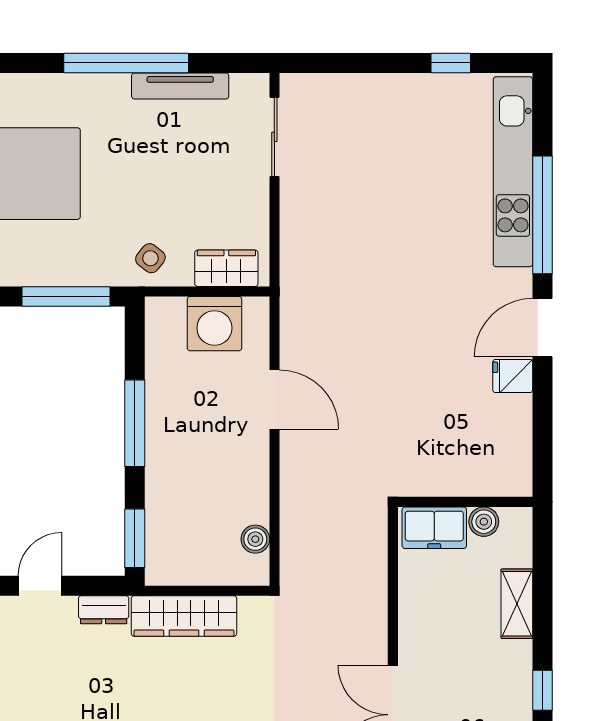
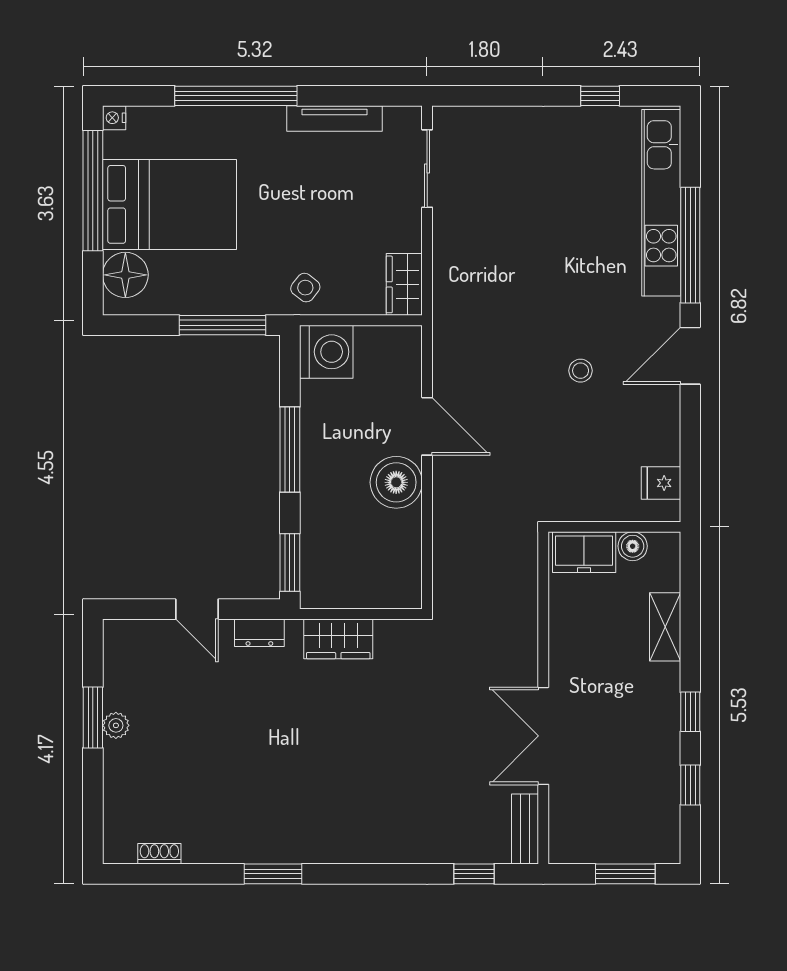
window: (126, 63) -> (236, 96), moved
wardrobe: (226, 268) -> (404, 284), moved, turned -90
washing machine: (214, 324) -> (326, 352), moved, turned -90
stool: (431, 343) -> (581, 371), added
fridge: (513, 376) -> (661, 483), moved
boiler: (255, 539) -> (396, 482), moved, width x1.86, depth x1.86
door: (40, 586) -> (197, 609), swing flipped
wardrobe: (184, 616) -> (338, 639), width x0.67

